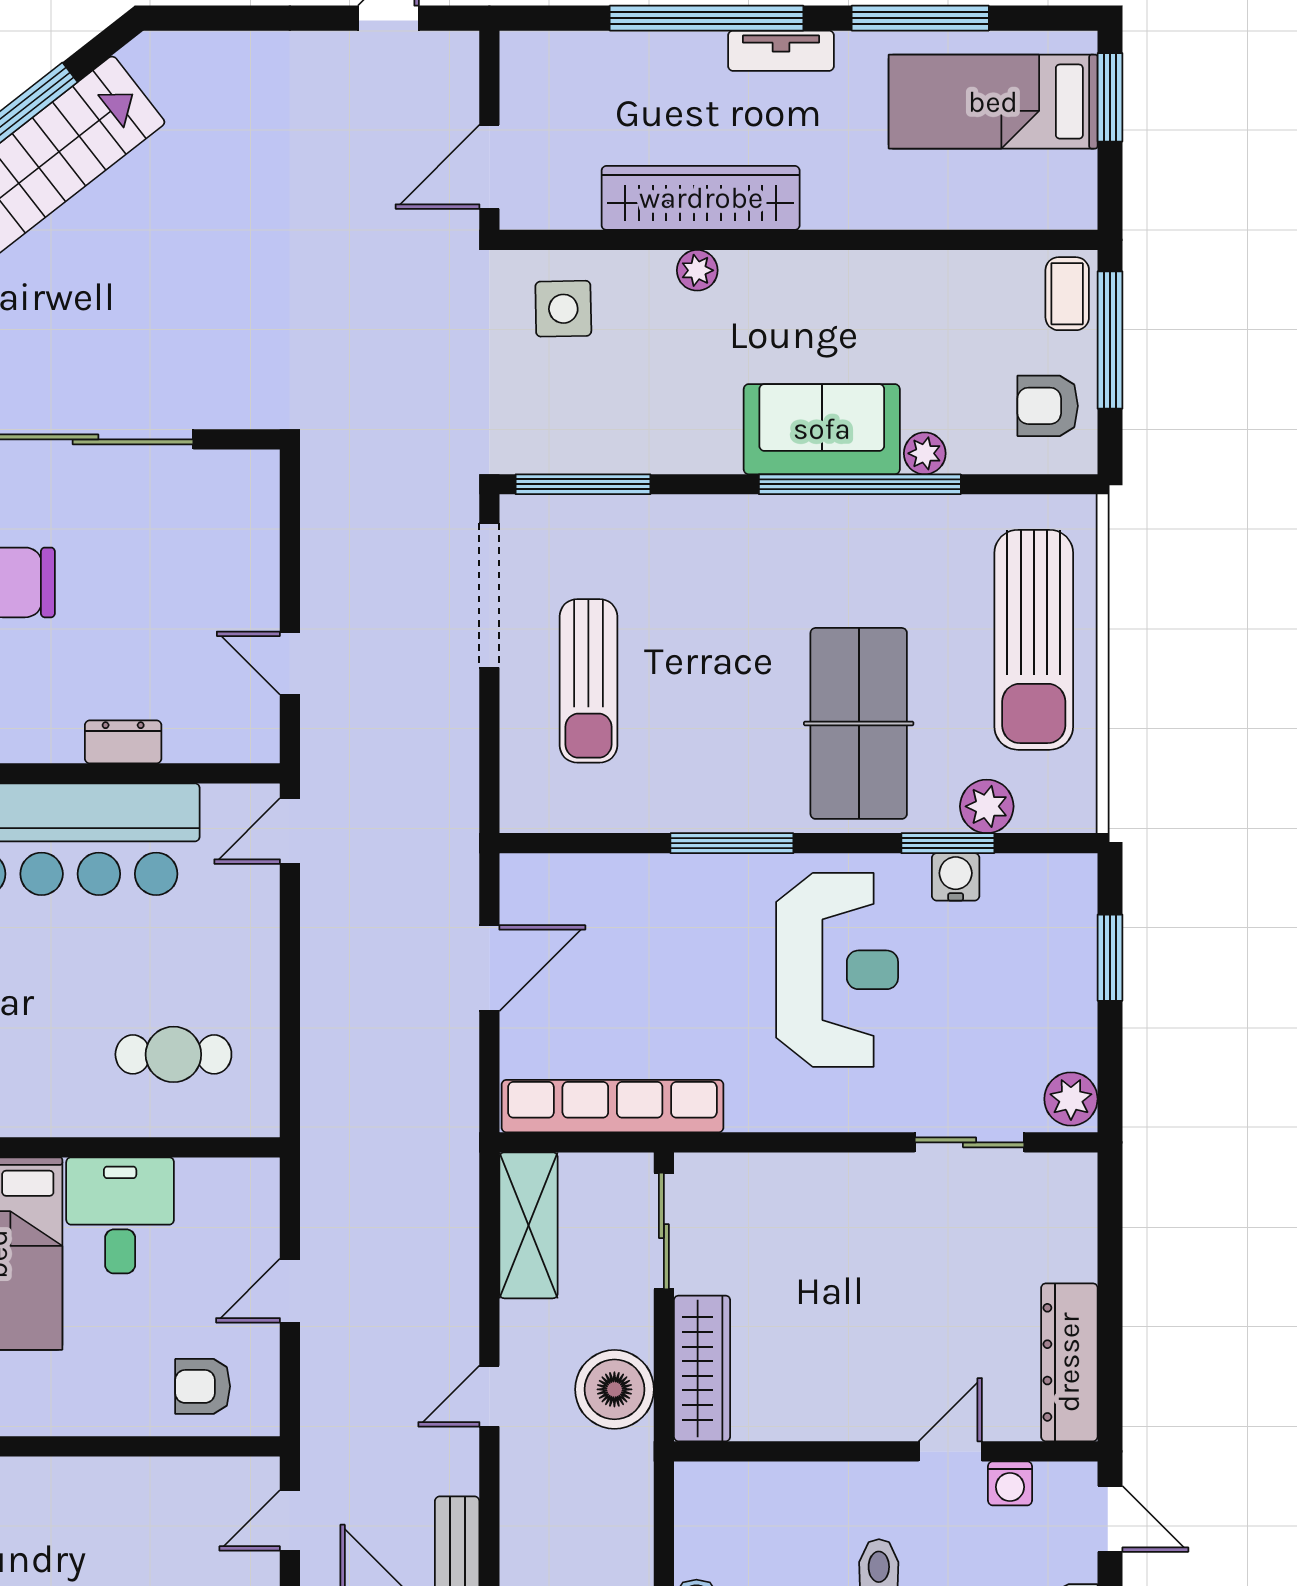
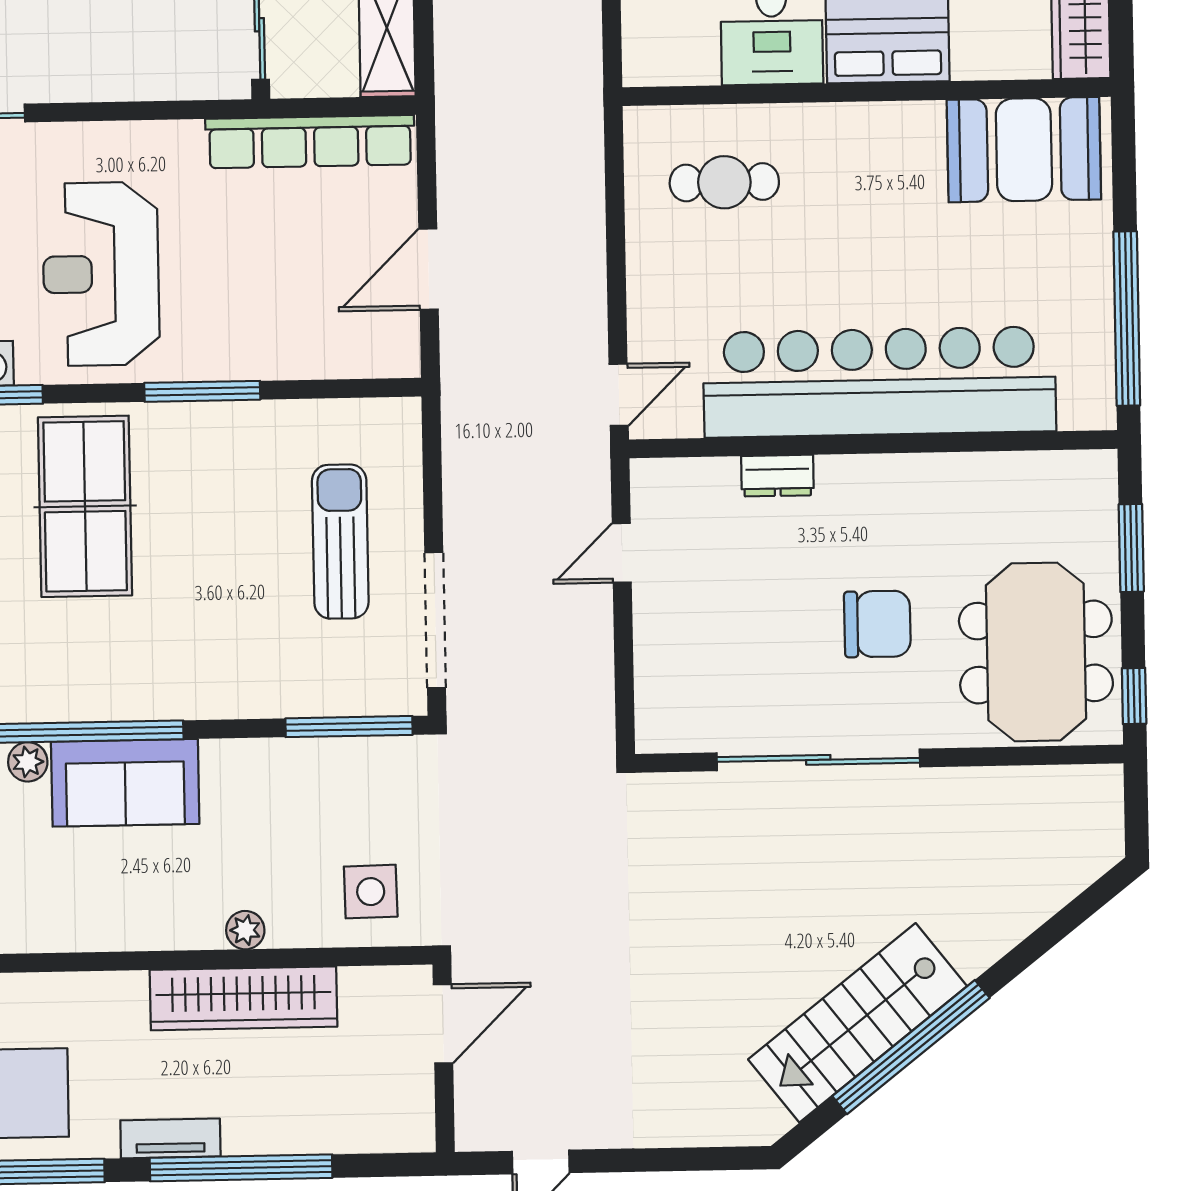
door: (290, 663) -> (622, 553), swing flipped

